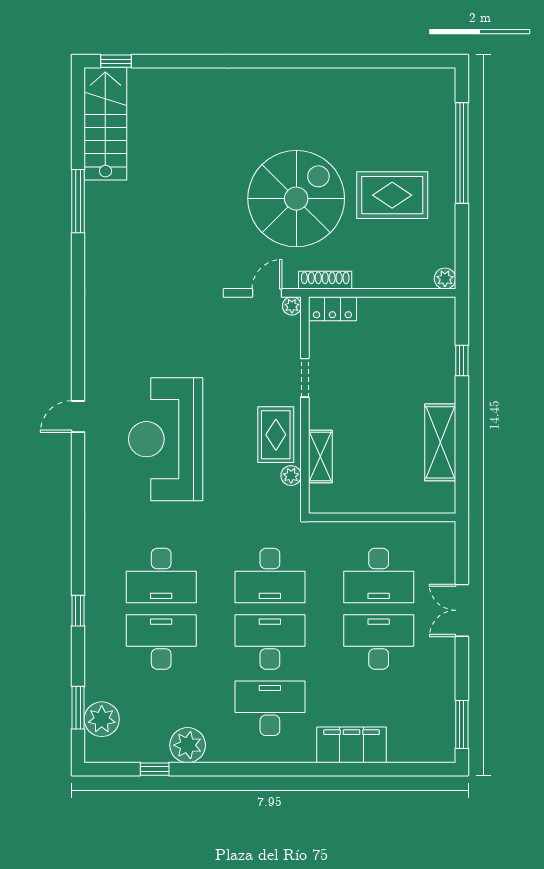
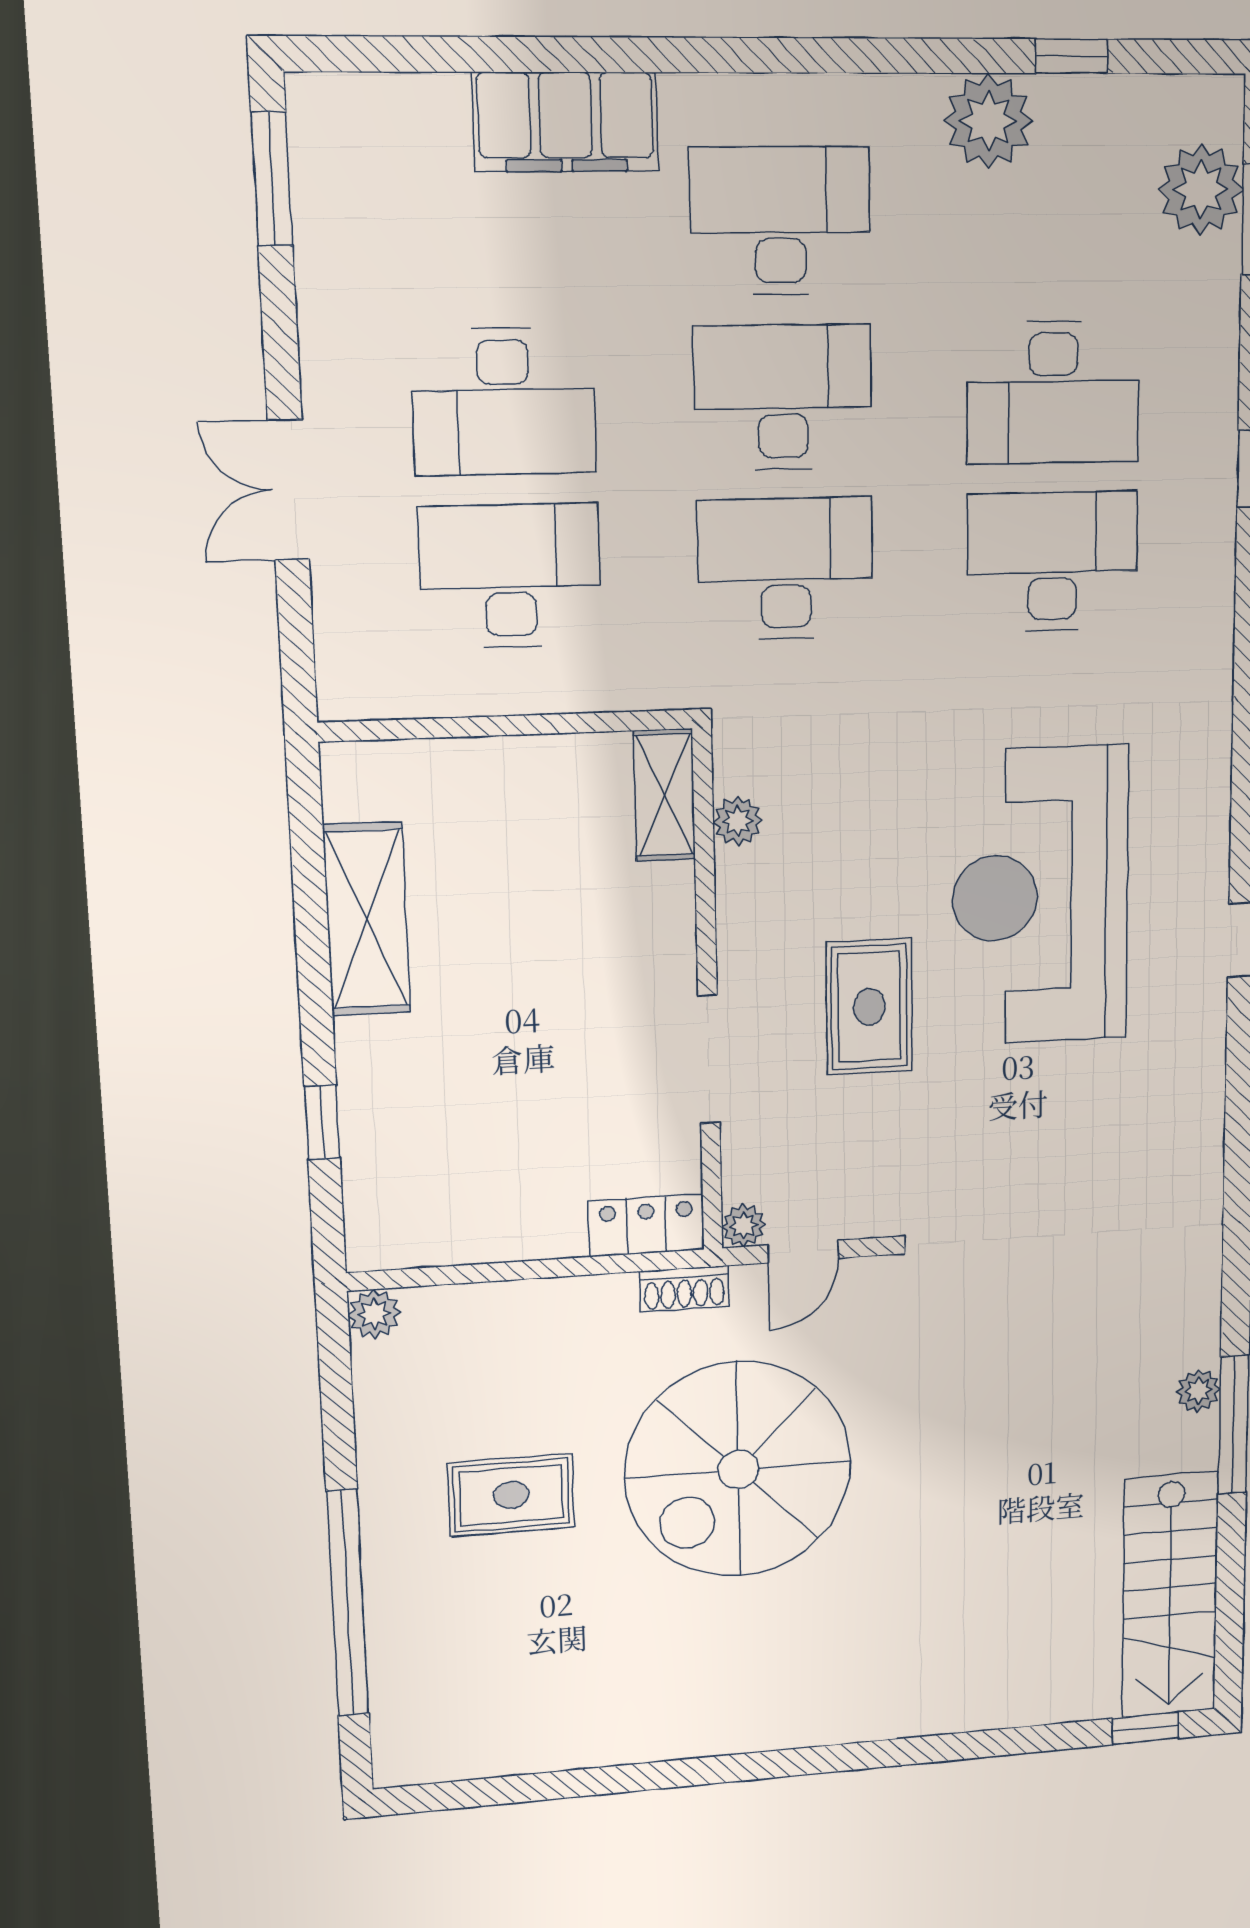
rug: (392, 195) -> (511, 1495), width x0.73, depth x0.70
plant: (94, 218) -> (1198, 1391), added
shoe rack: (325, 280) -> (684, 1289), width x0.70
doorway: (305, 378) -> (709, 1059), width x1.38
rug: (276, 435) -> (869, 1007), moved
reception desk: (166, 439) -> (1040, 896), turned 180
shelving: (320, 457) -> (664, 795), moved
double door: (462, 610) -> (288, 490), swing flipped
desk: (270, 642) -> (783, 397), turned 180
desk: (270, 708) -> (780, 221), turned 180

